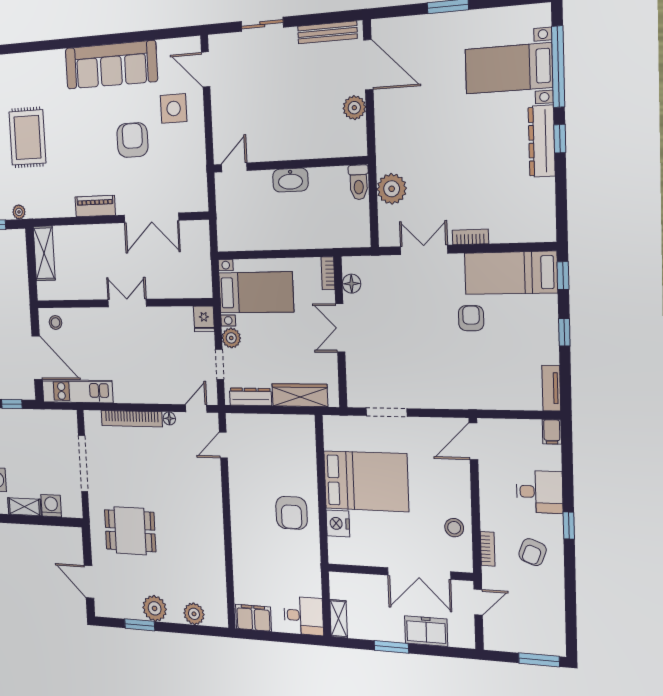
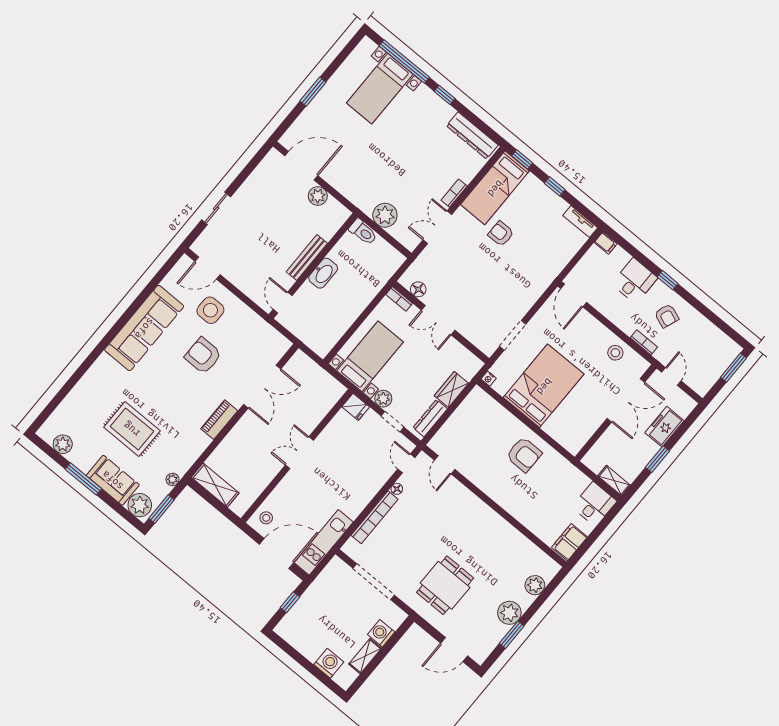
bench: (327, 32) -> (307, 258), moved
dresser: (542, 141) -> (472, 135), moved
wardrobe: (300, 395) -> (451, 389), width x0.67
nightstand: (338, 523) -> (489, 379), moved, width x0.53, depth x0.56

